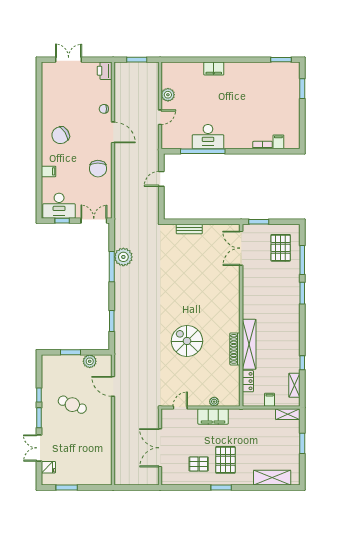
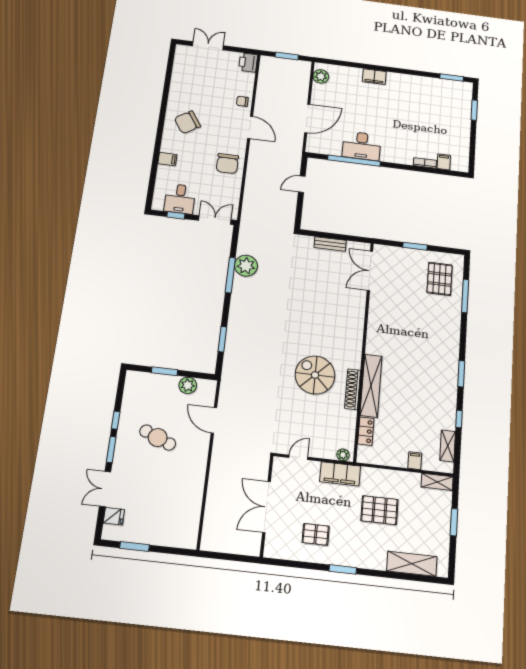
plant: (168, 95) -> (321, 76), moved
door: (160, 117) -> (307, 118), width x1.88
desk: (59, 206) -> (180, 199), width x0.73
double door: (241, 248) -> (370, 271), moved
window: (302, 293) -> (461, 374), moved
wall: (241, 315) -> (364, 349), moved
shelving: (249, 344) -> (371, 386), moved
shoe rack: (235, 349) -> (353, 389), moved
locker: (248, 381) -> (366, 431), moved
pallet: (225, 460) -> (379, 510), moved, turned 90

